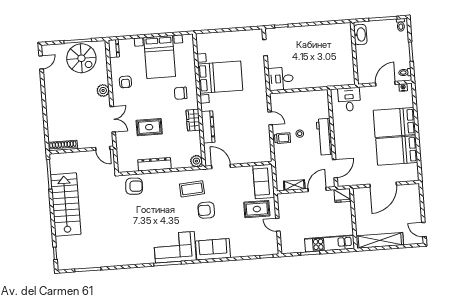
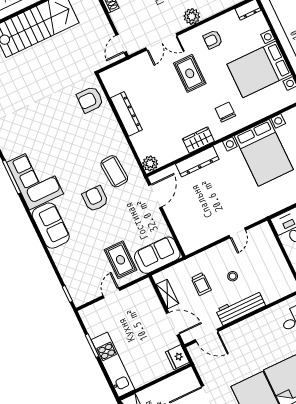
rug: (149, 127) -> (190, 73), moved
trolley: (283, 138) -> (201, 284), moved
armchair: (134, 186) -> (90, 100), turned 87

